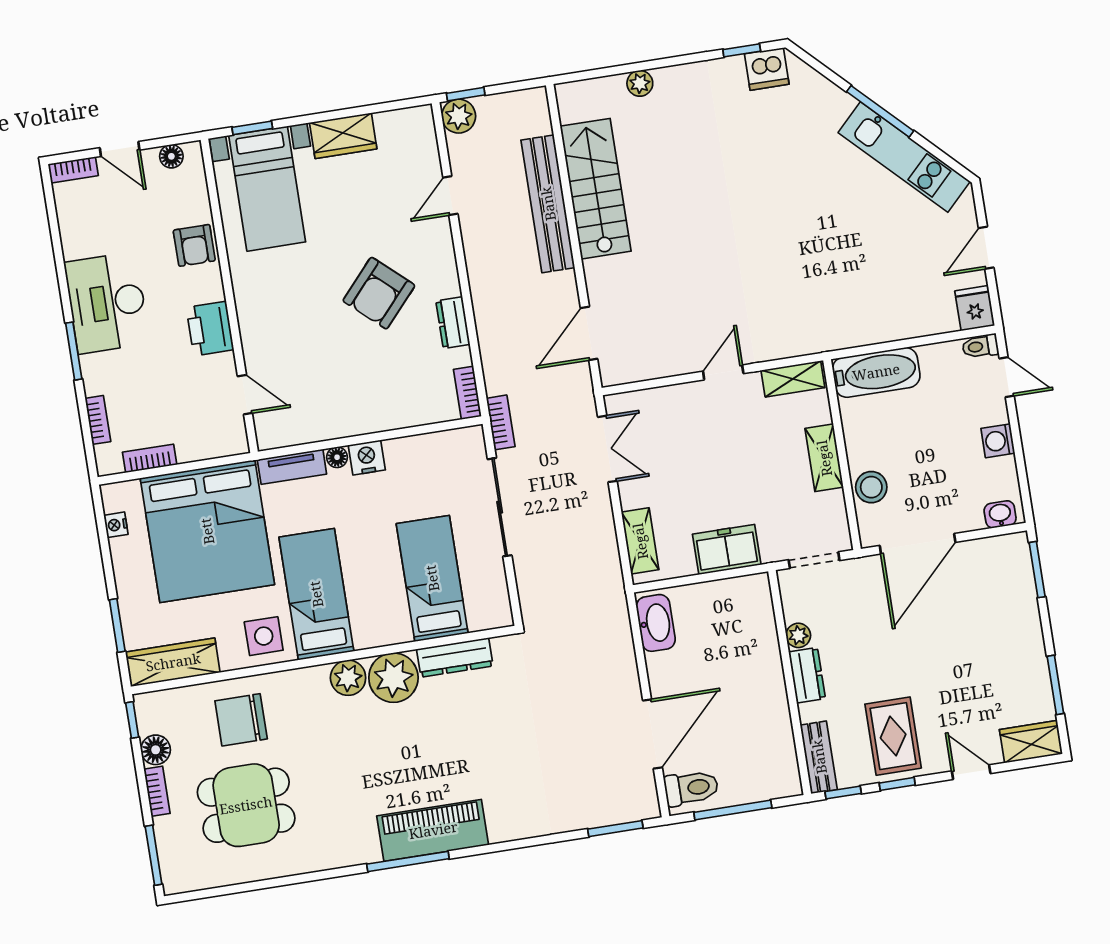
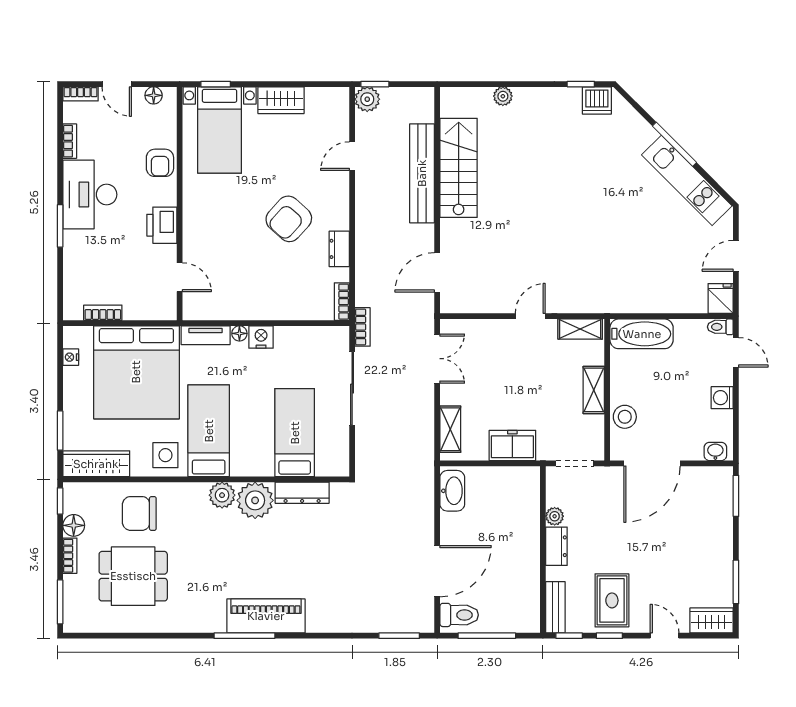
bookcase: (98, 420) -> (70, 141), moved

